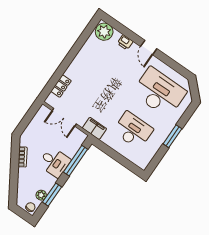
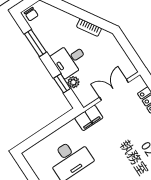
window: (76, 161) -> (62, 83), width x0.46
plant: (41, 195) -> (73, 82), moved

